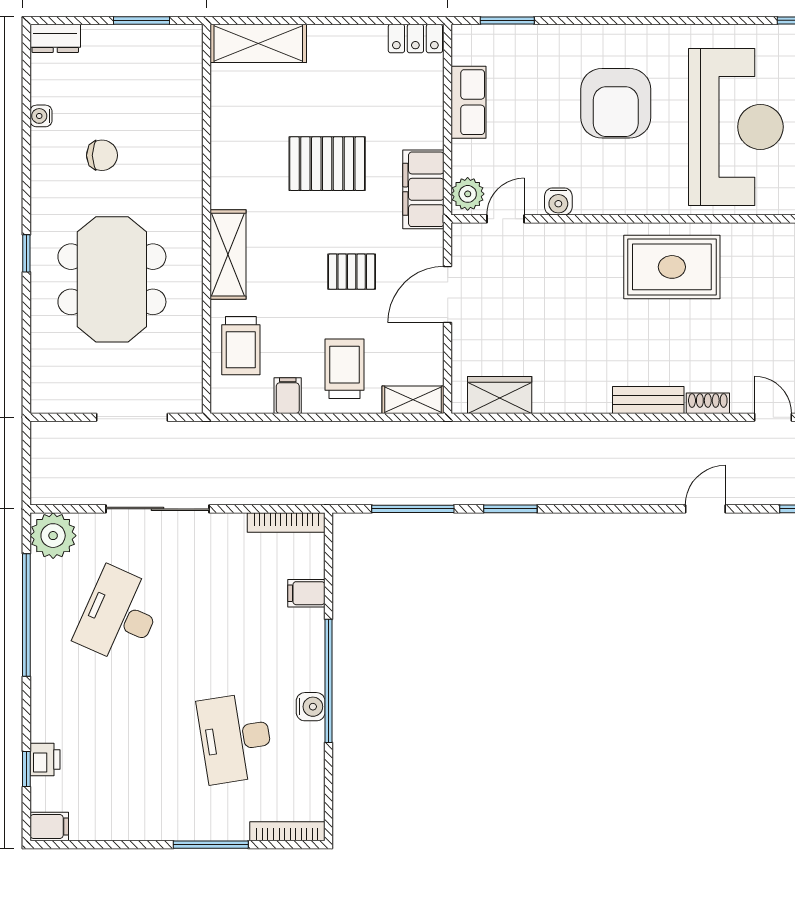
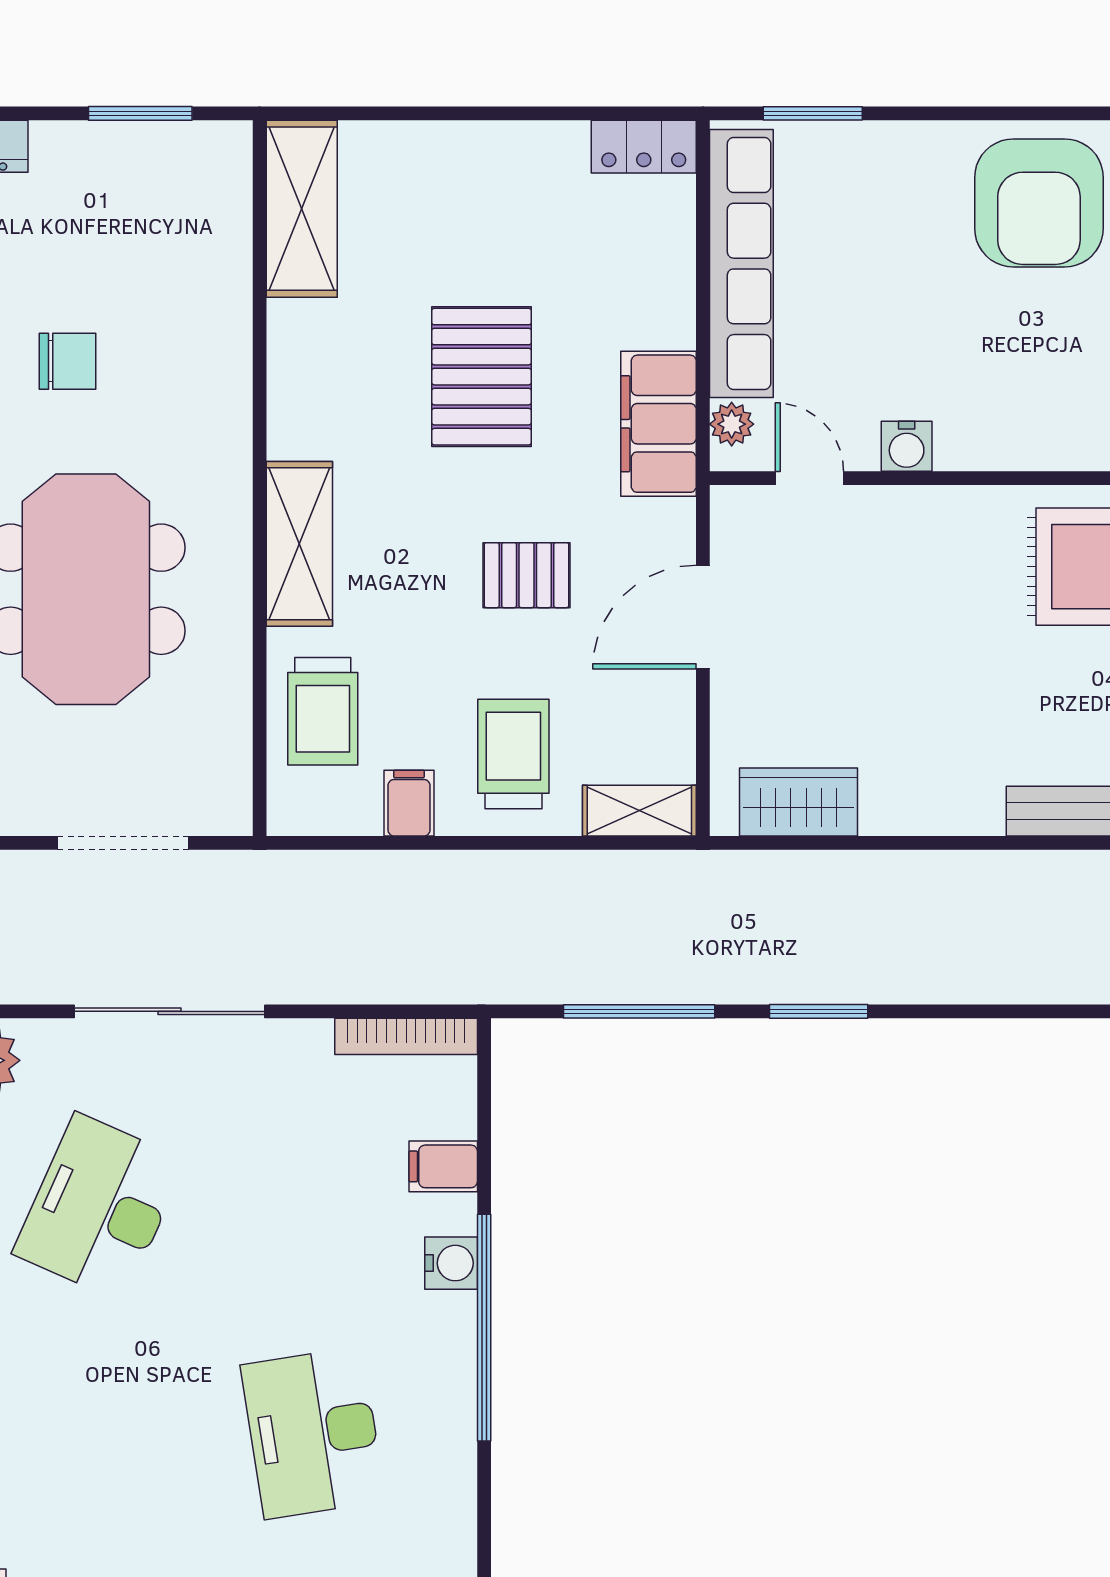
shelving: (258, 43) -> (302, 209), moved, turned 90
row of seats: (469, 102) -> (741, 264), width x2.02
armchair: (616, 103) -> (1039, 203), moved
pallet: (327, 164) -> (481, 377), turned 90
plant: (468, 194) -> (732, 424), width x0.73, depth x0.73
door: (506, 219) -> (809, 478), hinge flipped
water cooler: (311, 707) -> (451, 1263), moved

